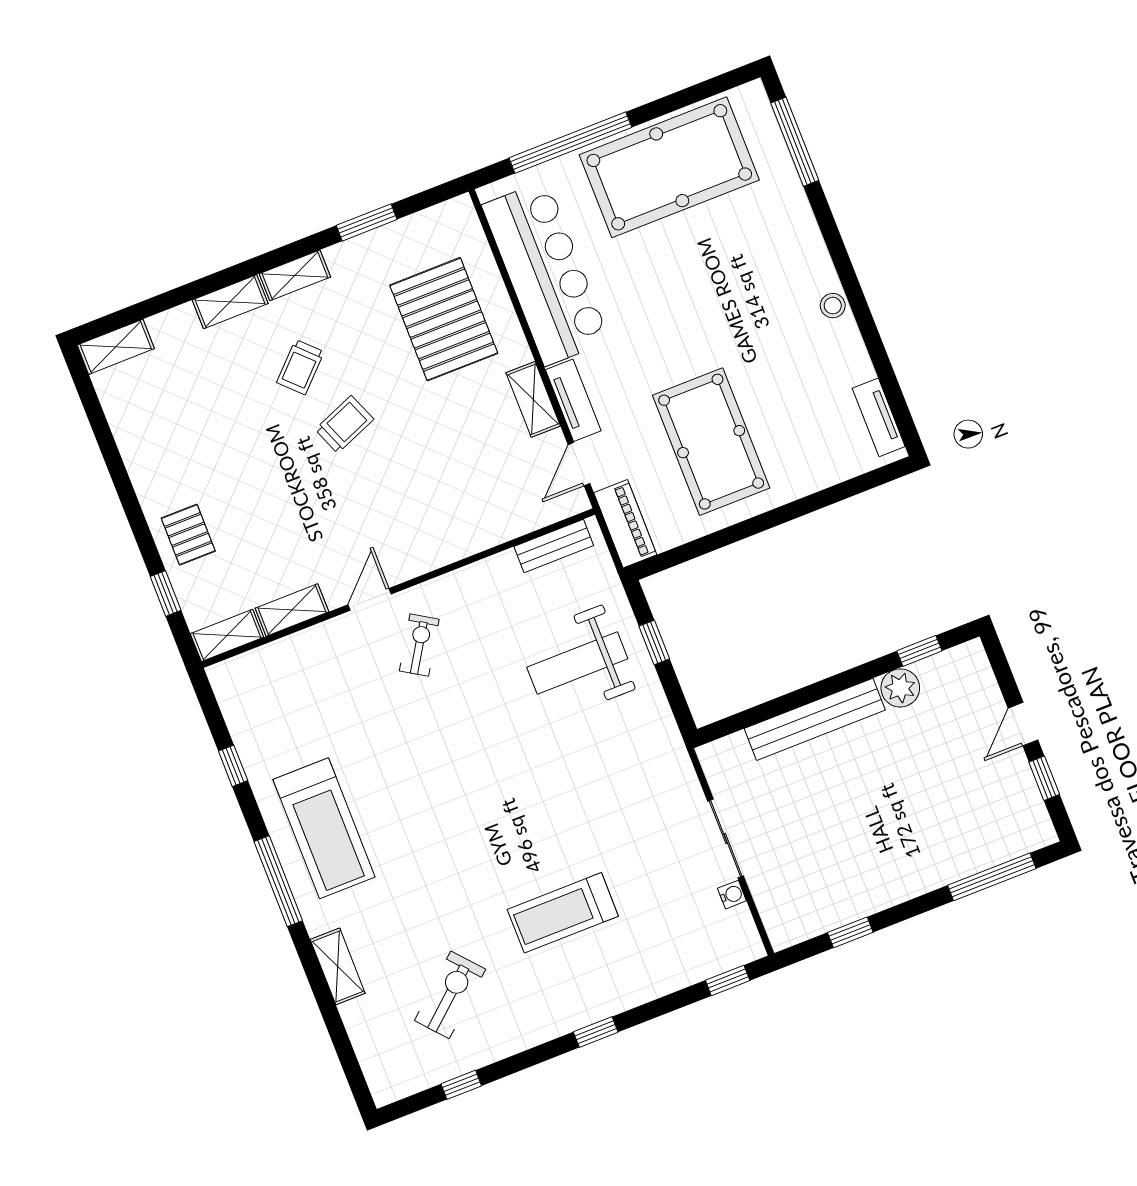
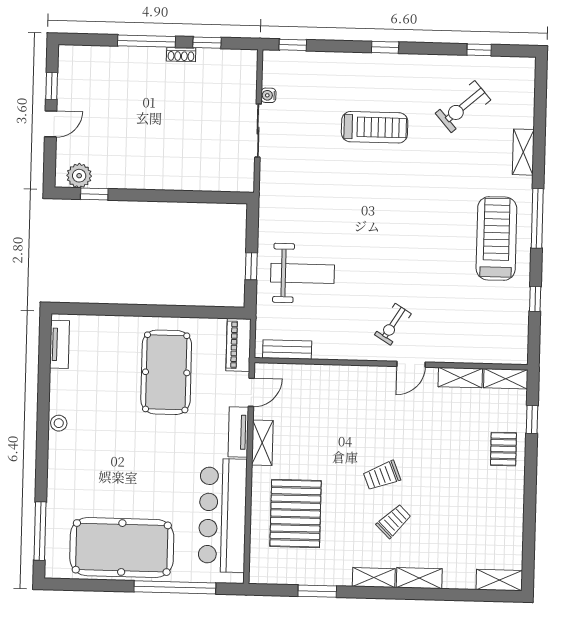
plant: (900, 688) -> (79, 176), moved
bench: (815, 719) -> (174, 179), removed
window: (992, 877) -> (147, 41), moved
shoe rack: (880, 900) -> (181, 54), added

